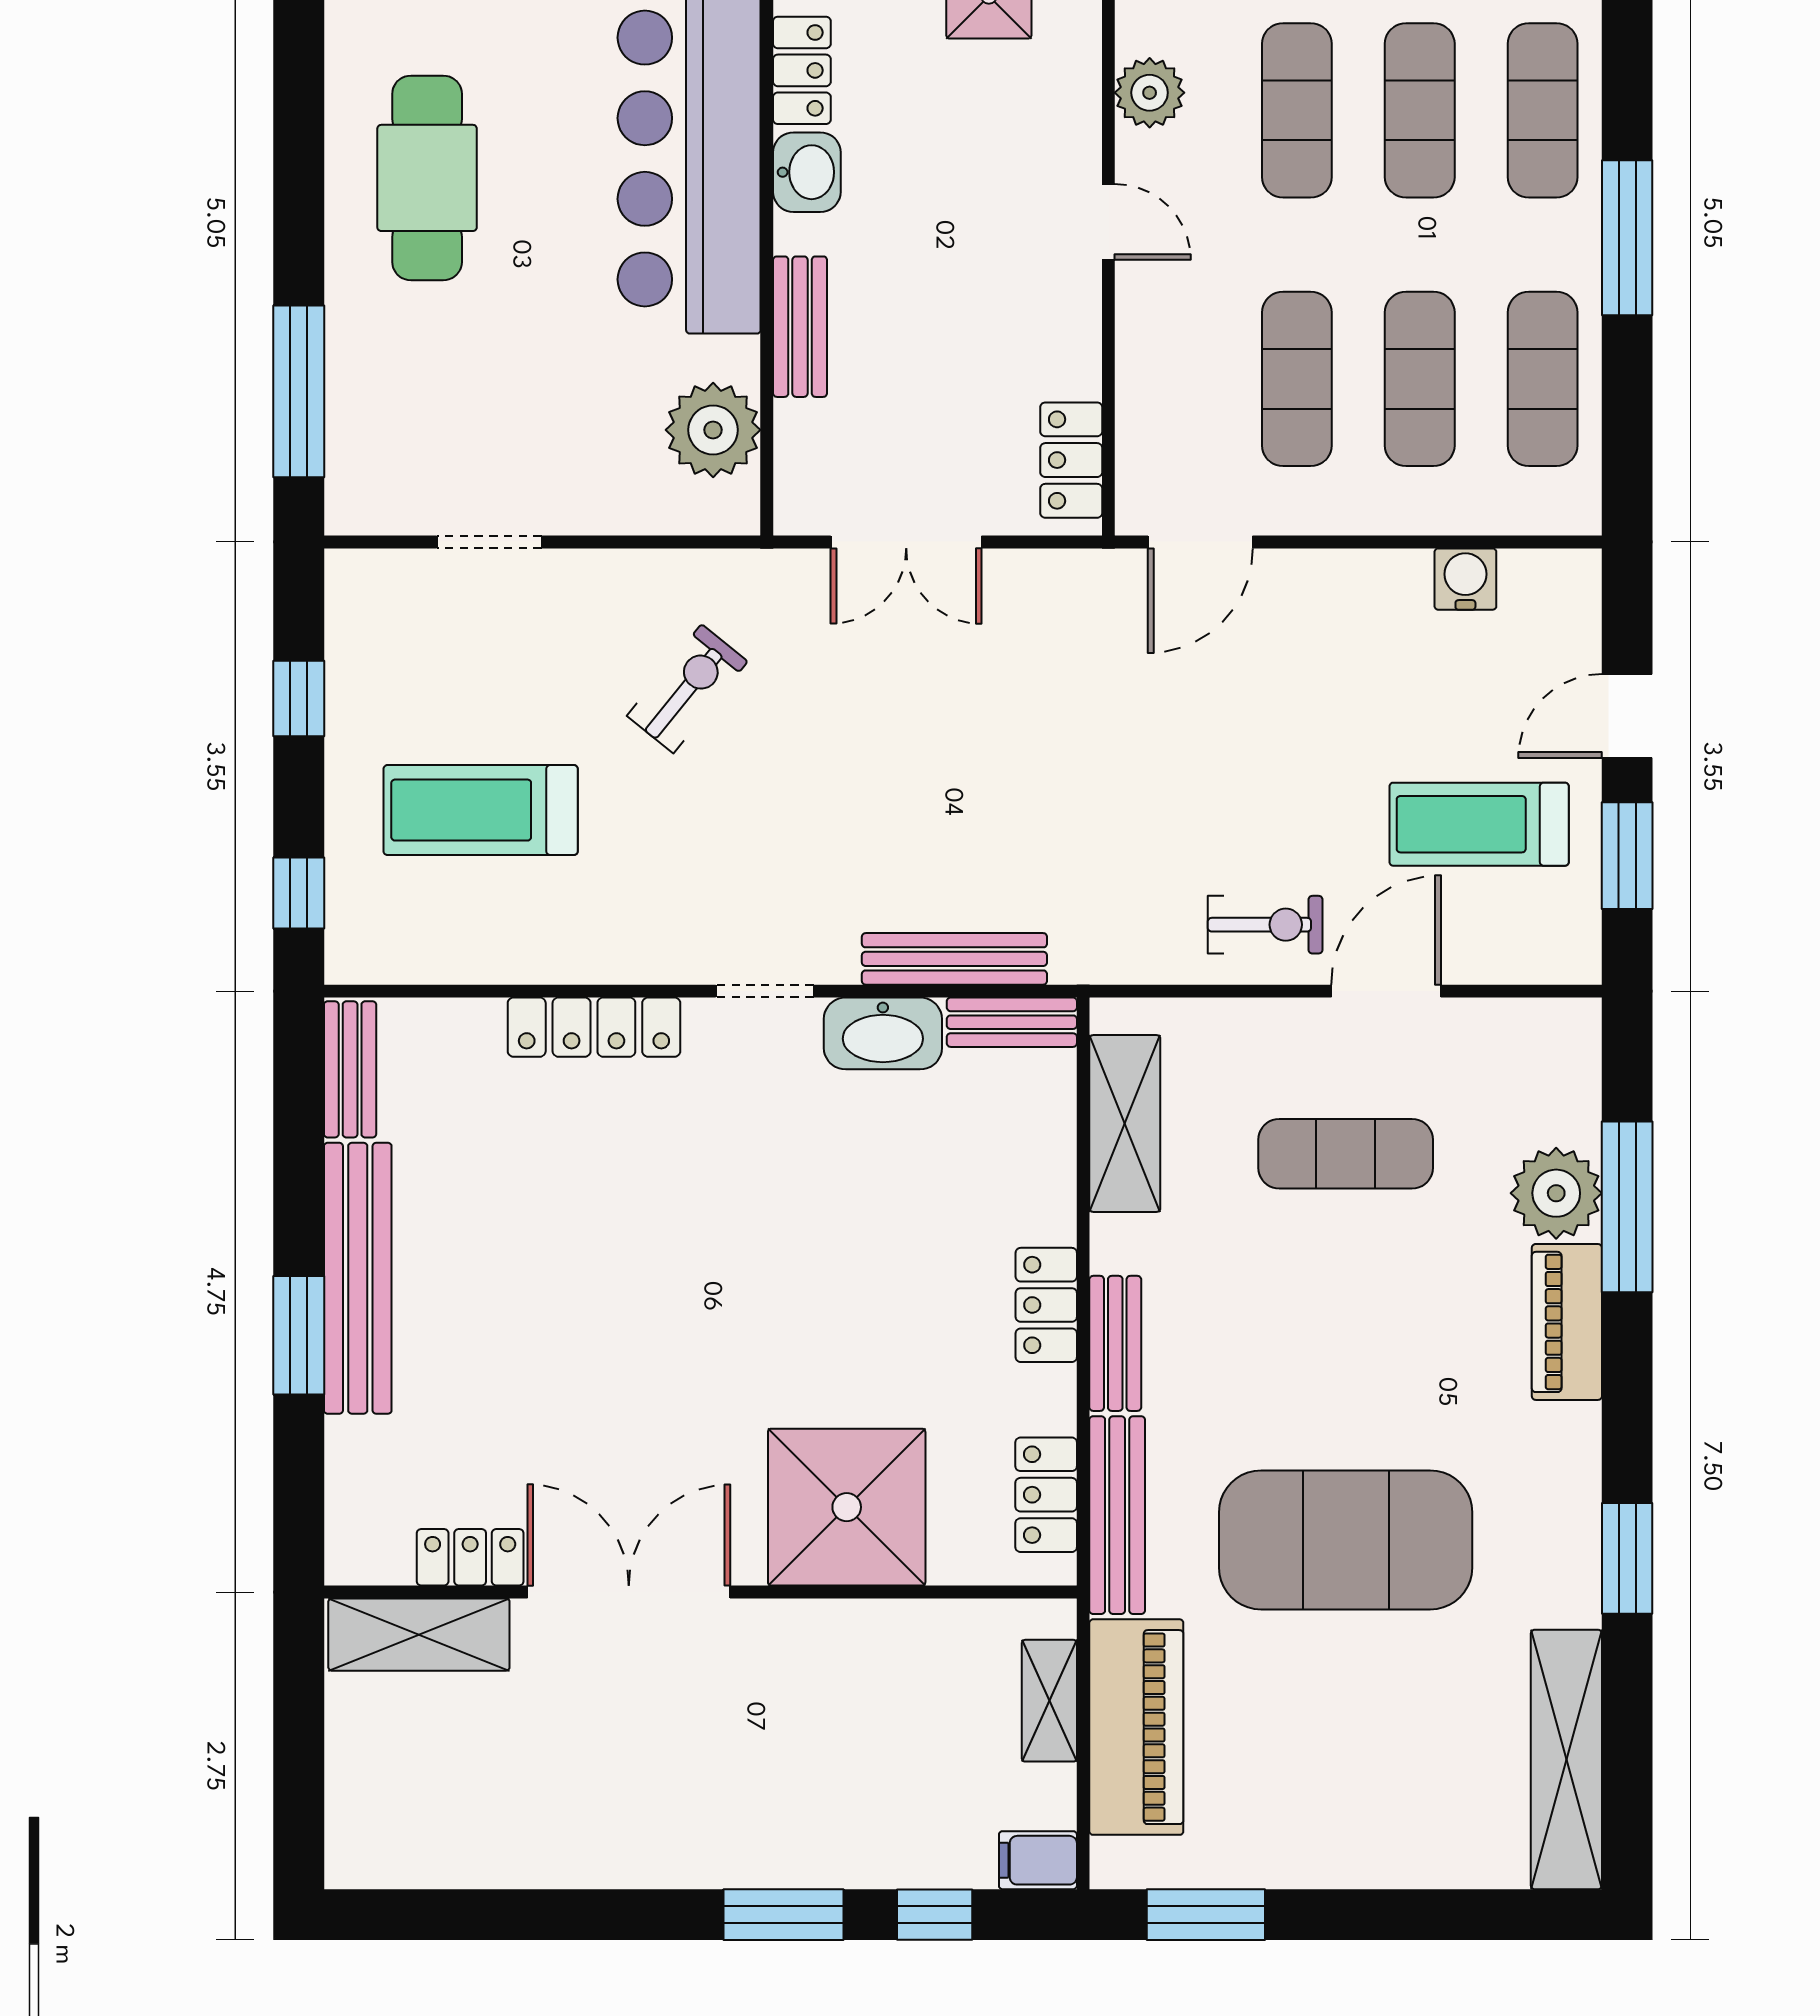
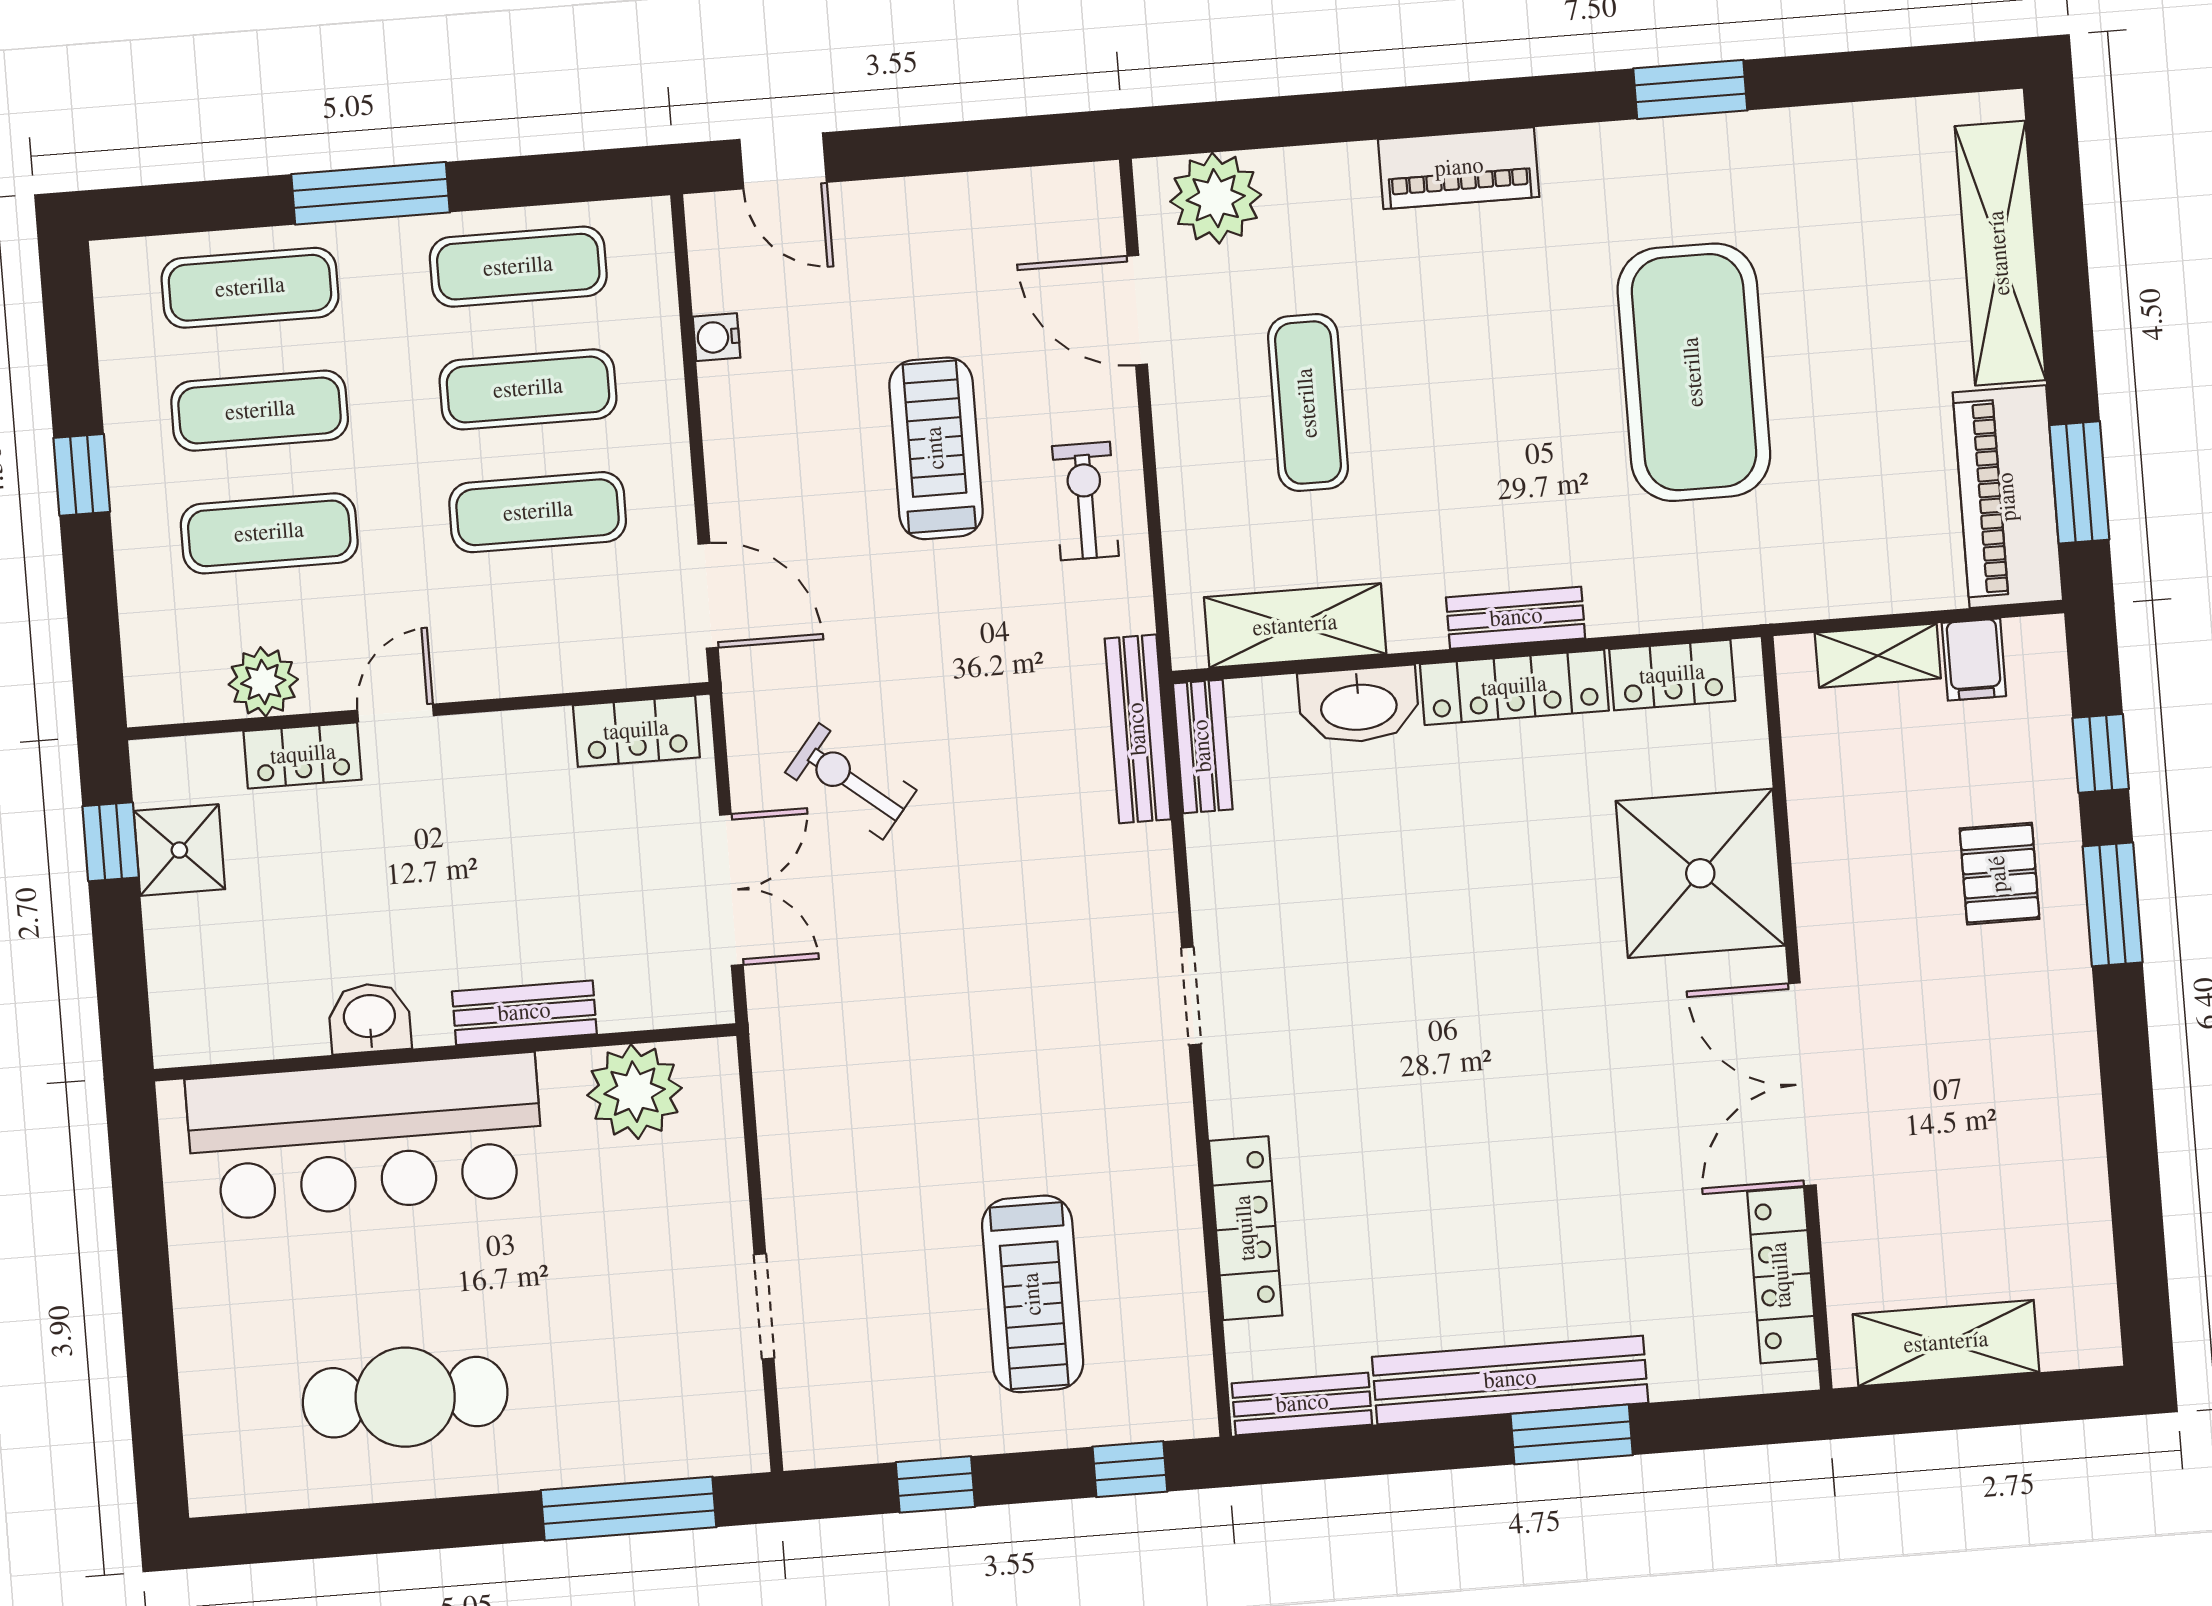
locker: (802, 70) -> (303, 755), moved, turned 180
water cooler: (1465, 579) -> (717, 337), width x0.72, depth x0.72
exercise bike: (687, 689) -> (851, 781), moved
door: (1627, 716) -> (783, 161), moved
treadmill: (1479, 824) -> (936, 448), moved, turned 180
window: (1627, 856) -> (988, 145), removed
bench: (954, 959) -> (1138, 729), moved
door: (1386, 991) -> (1137, 310), moved
locker: (594, 1027) -> (1246, 1228), moved
washbasin: (883, 1033) -> (1359, 705), moved, turned 90
plant: (1556, 1193) -> (1216, 198), moved
window: (1627, 1207) -> (1339, 117), removed
locker: (1046, 1305) -> (1514, 687), width x1.53
bench: (1117, 1515) -> (1687, 602), removed
locker: (470, 1557) -> (1782, 1275), width x1.53
shelving: (419, 1635) -> (1946, 1343), moved, turned 90
piano: (1136, 1727) -> (2008, 497), moved, turned -90
shelving: (1566, 1760) -> (2000, 253), moved, turned 90
pallet: (823, 1805) -> (1999, 874), added
filing cabinet: (1038, 1860) -> (1974, 660), moved

